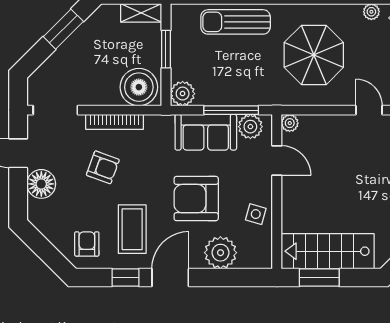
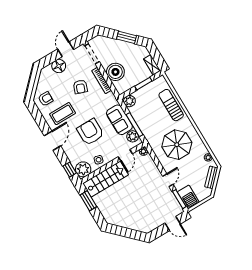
boiler: (139, 87) -> (115, 72), moved
stairs: (328, 251) -> (106, 179), moved, turned 90
plant: (220, 253) -> (83, 169), moved
window: (126, 277) -> (70, 170), moved
door: (170, 277) -> (52, 141), hinge flipped

